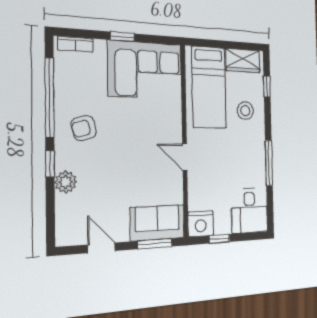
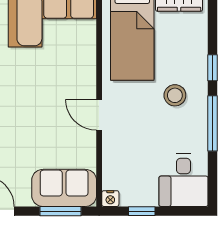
window: (267, 86) -> (212, 68), moved
stool: (245, 111) -> (175, 95), moved
nightstand: (201, 224) -> (110, 199), width x0.53, depth x0.56

